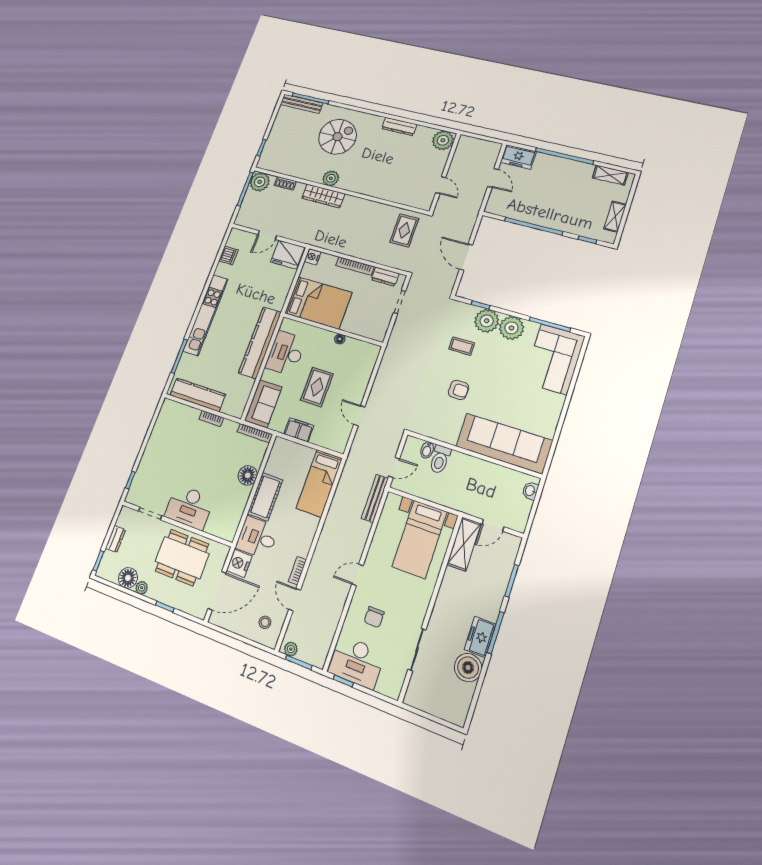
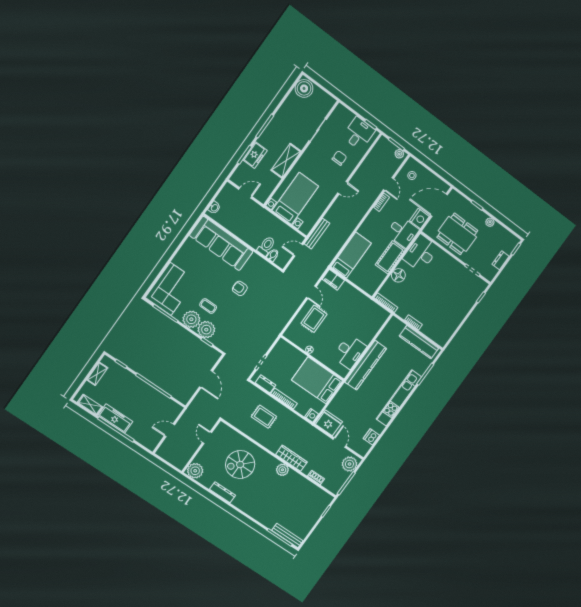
spiral stairs: (338, 137) -> (240, 464), moved
freezer: (518, 157) -> (115, 419), moved, width x1.40
door: (493, 178) -> (169, 430), hinge flipped
plant: (260, 182) -> (349, 464), moved
rug: (404, 230) -> (264, 417), moved, turned 90
door: (267, 235) -> (340, 443), hinge flipped
coffee table: (462, 346) -> (208, 306), moved
rug: (317, 387) -> (314, 319), moved
sofa: (263, 404) -> (375, 321), removed
filing cabinet: (299, 430) -> (333, 280), moved
desk: (189, 507) -> (421, 253), moved, turned -90
shelving: (464, 544) -> (286, 161), moved
floor lamp: (128, 578) -> (498, 232), removed
freezer: (480, 637) -> (255, 155), moved
desk: (357, 662) -> (359, 133), width x0.73
boiler: (468, 668) -> (304, 88), moved

